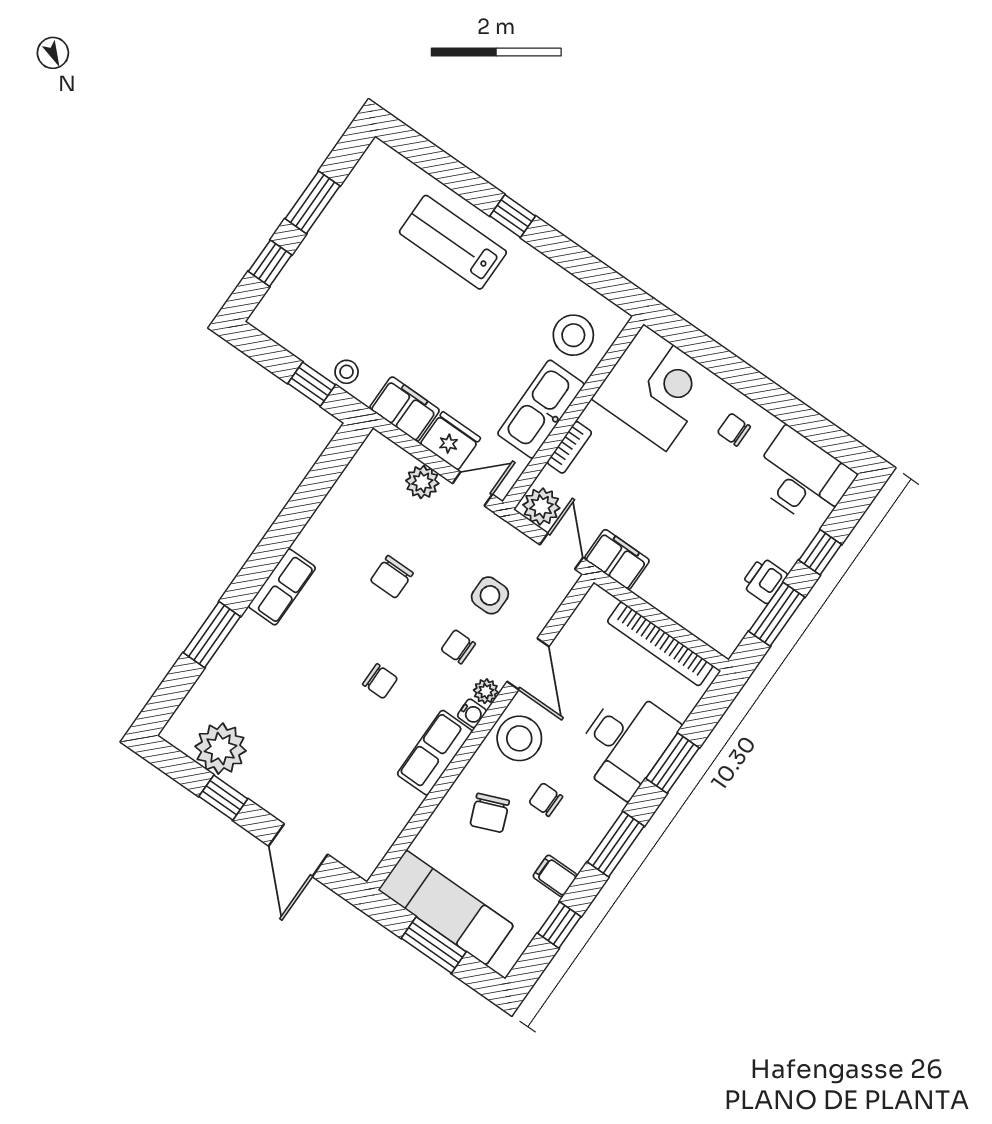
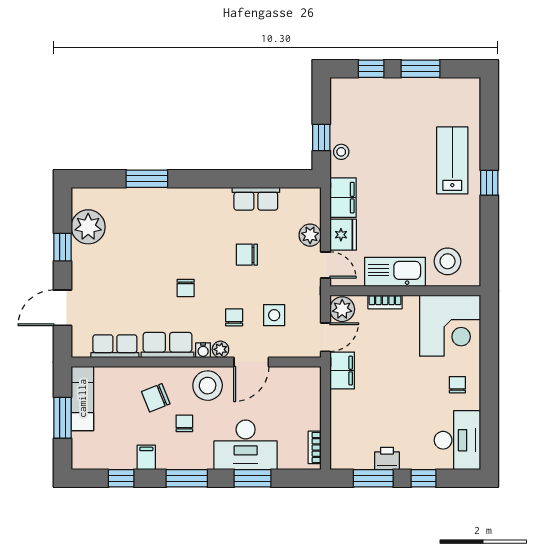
row of seats: (282, 587) -> (256, 199), moved
bookcase: (660, 644) -> (315, 447), width x0.43, depth x0.76
row of seats: (391, 819) -> (115, 346), added
exam couch: (446, 908) -> (82, 398), width x0.73, depth x0.69

